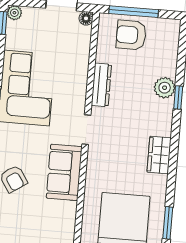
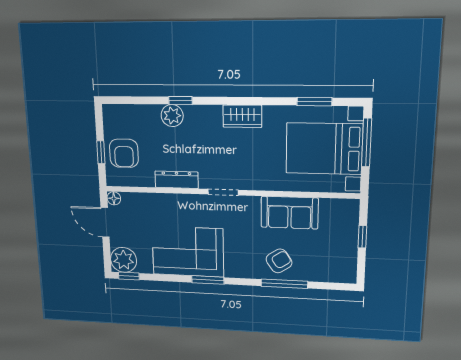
window: (134, 12) -> (101, 152), width x0.46
plant: (14, 13) -> (124, 260), width x1.87, depth x1.87
sofa: (64, 172) -> (290, 213), moved

